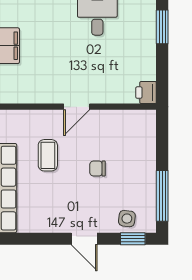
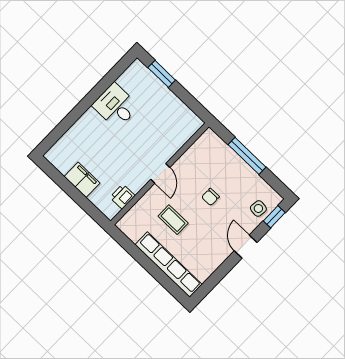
printer: (146, 93) -> (122, 197), moved, turned 90
window: (162, 196) -> (247, 156), moved
door: (84, 239) -> (246, 247), swing flipped

